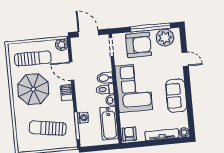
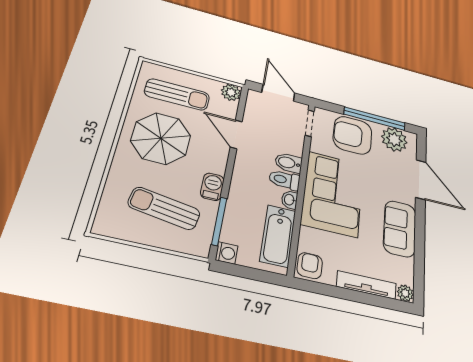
armchair: (139, 45) -> (353, 135), turned 180
door: (185, 59) -> (421, 180), width x1.88
barbecue: (66, 93) -> (212, 187), moved
washing machine: (83, 118) -> (227, 253), moved

